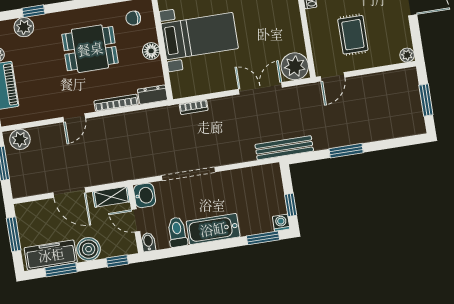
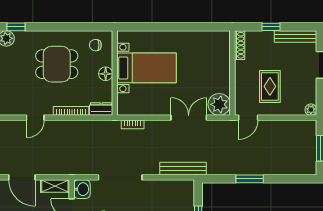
bench: (284, 148) -> (183, 169), moved

